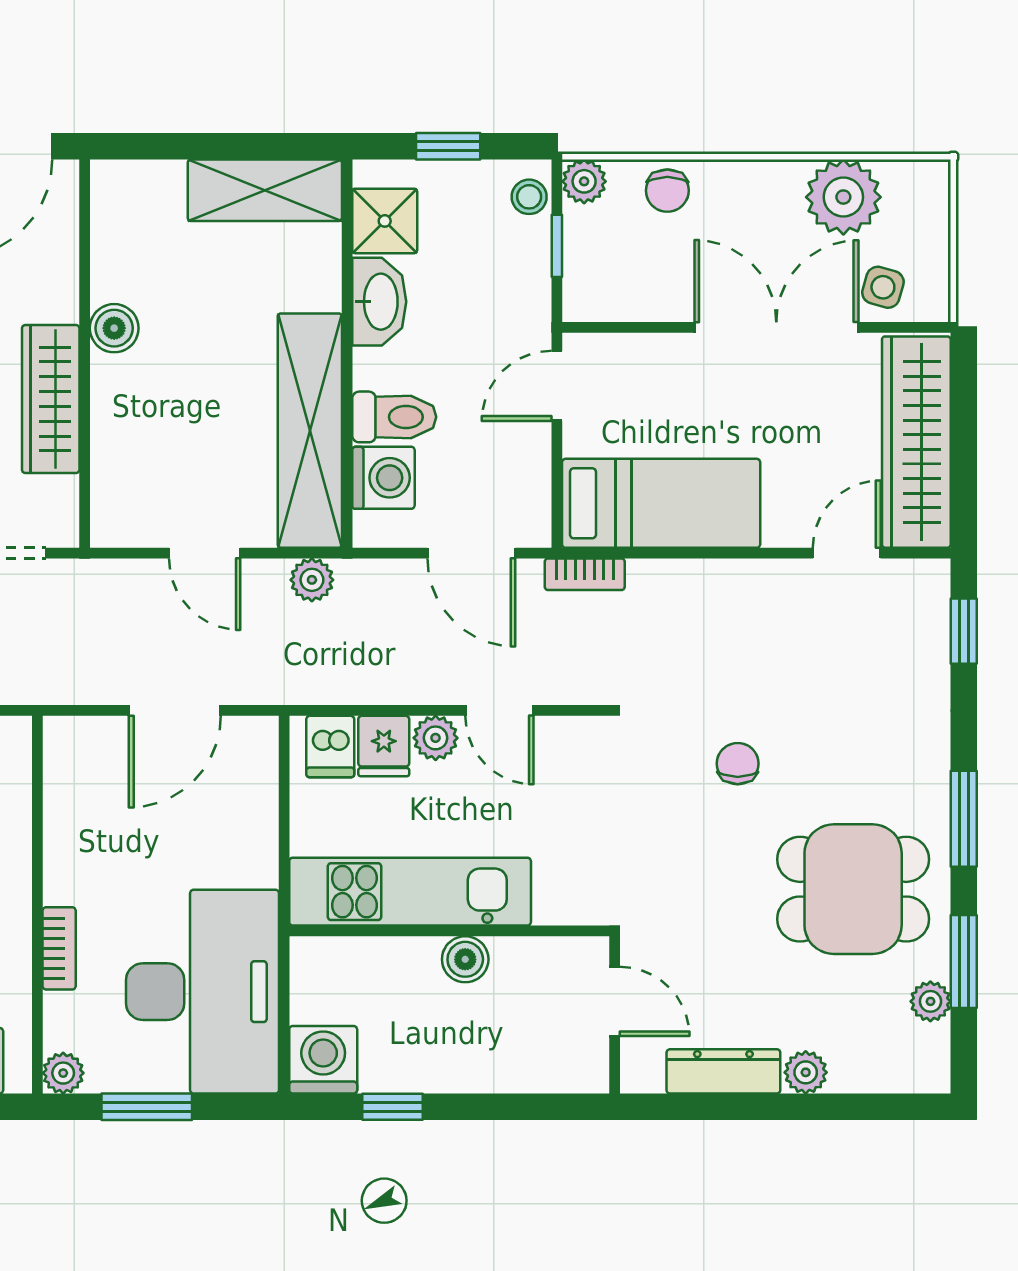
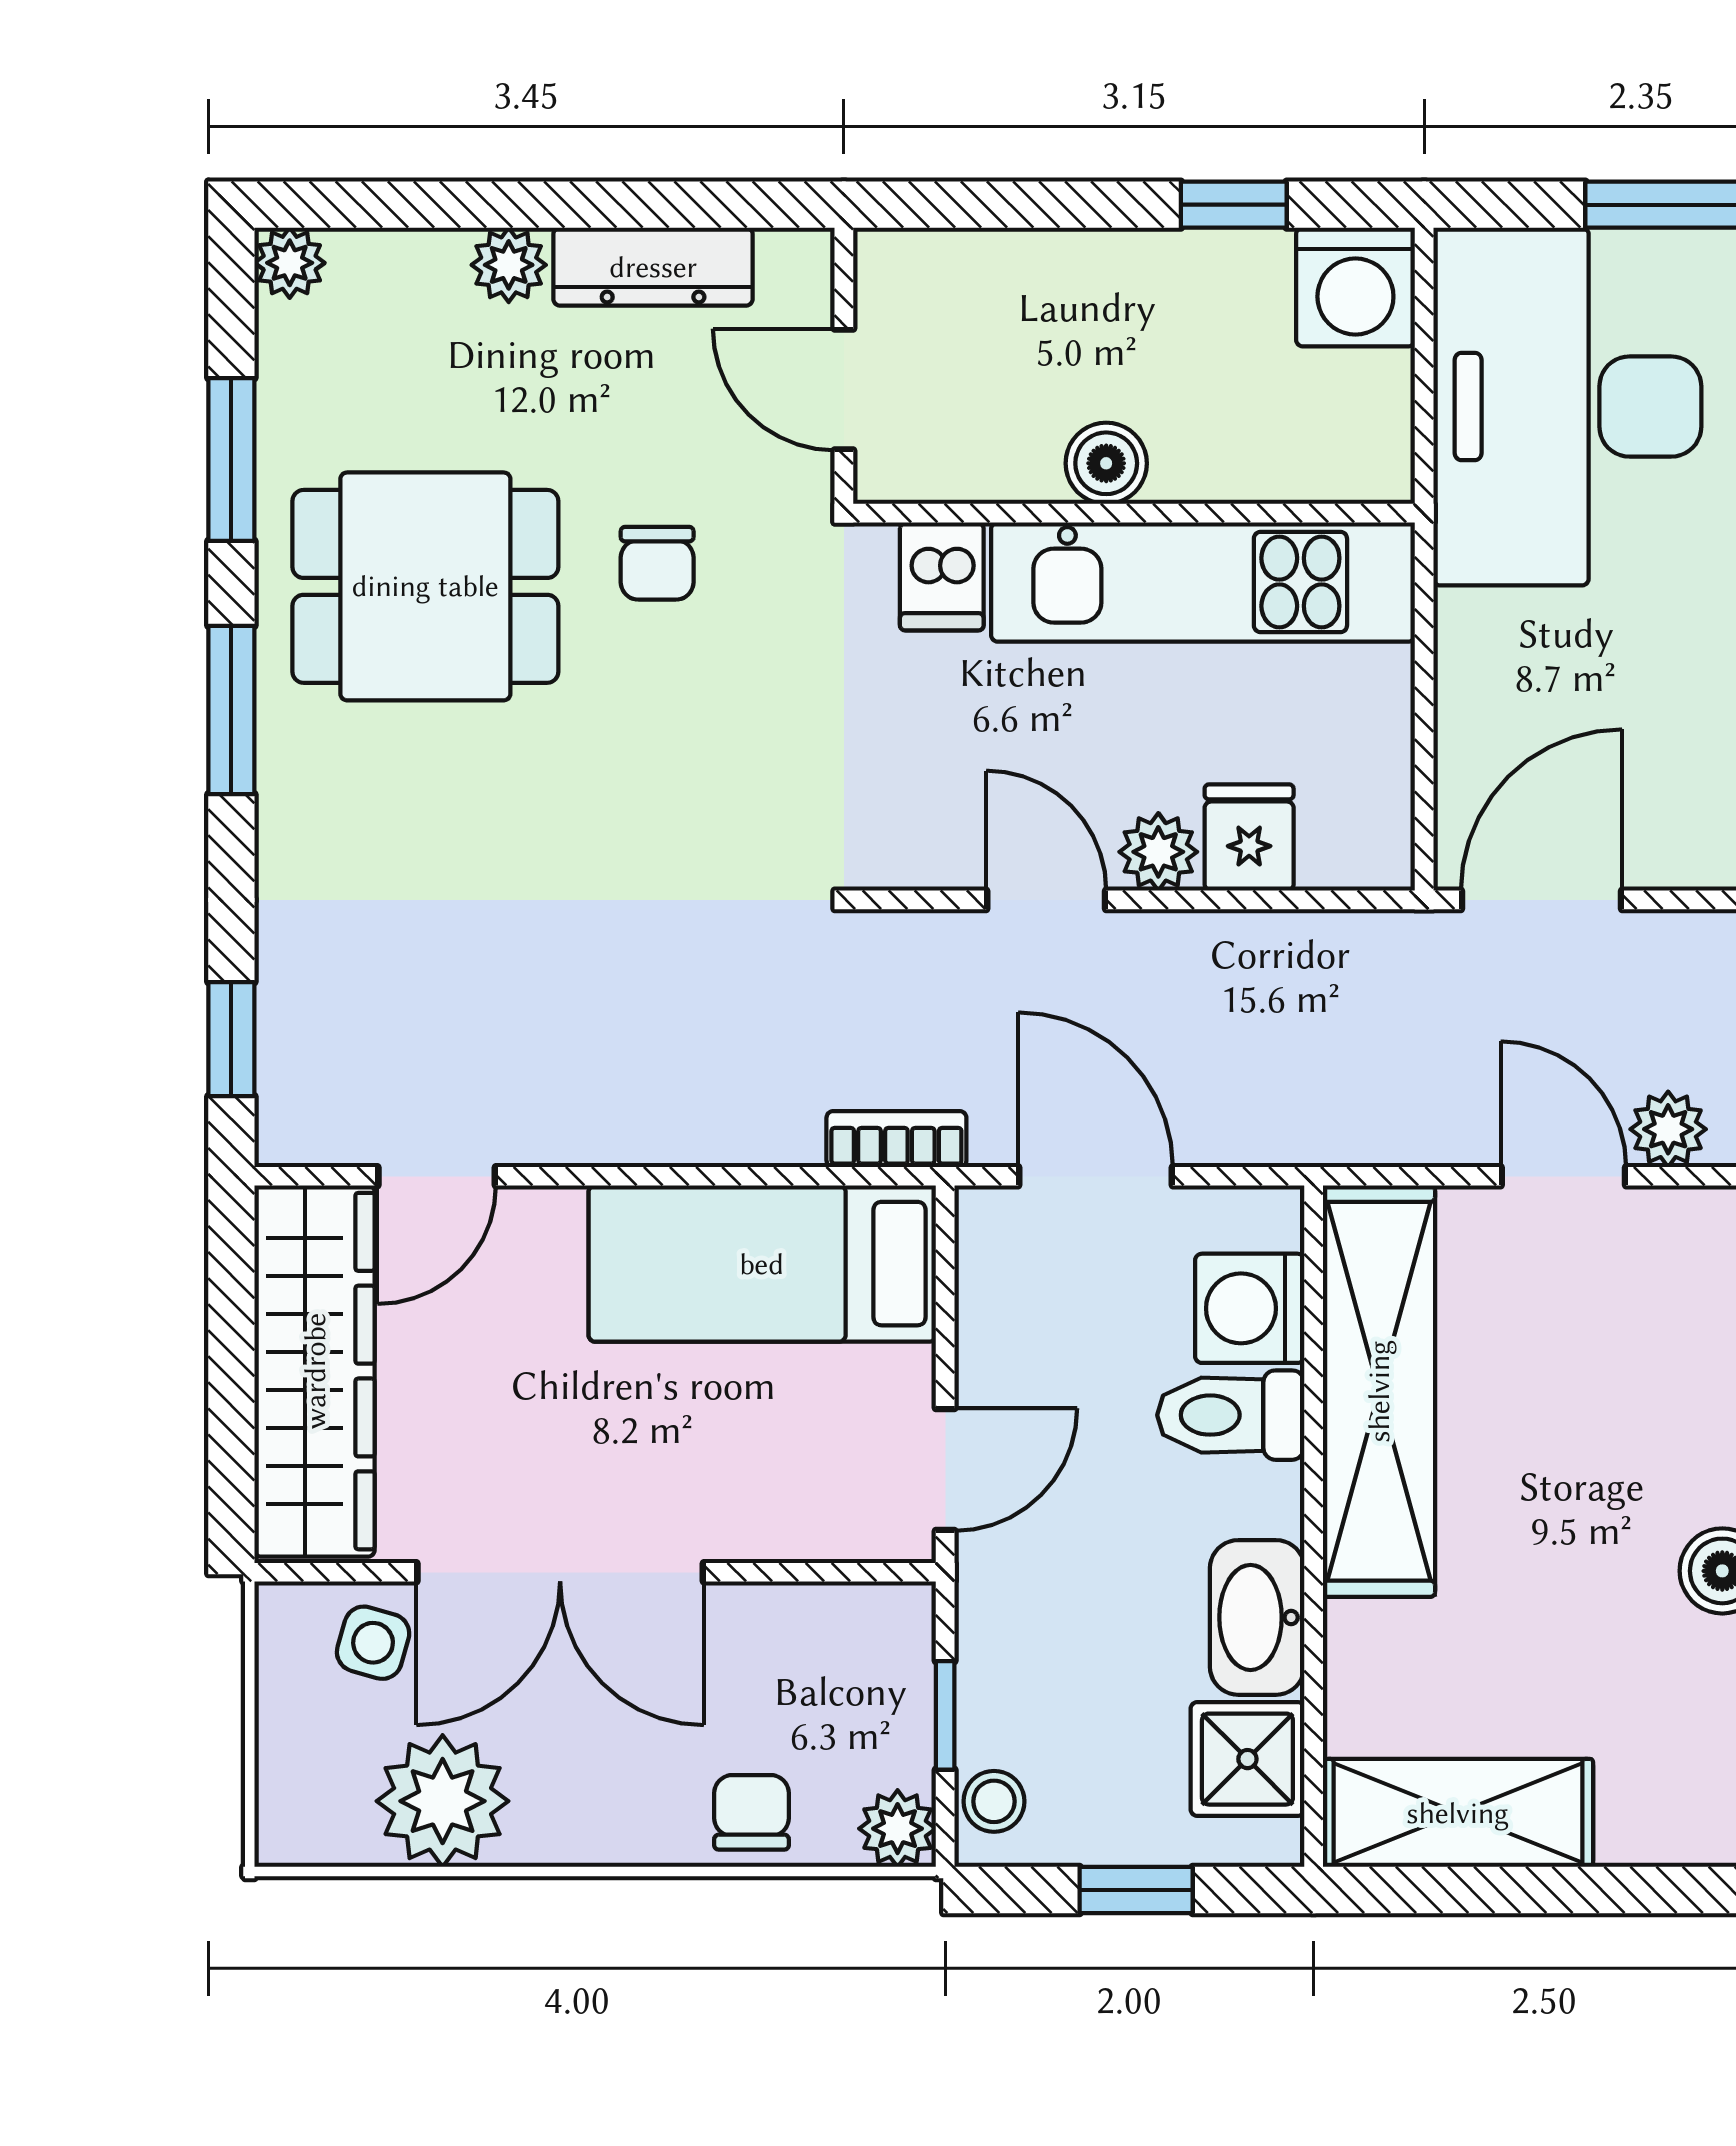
plant: (312, 580) -> (1668, 1129), moved
door: (175, 710) -> (1542, 900), moved
dishwasher: (330, 747) -> (942, 576), moved, turned 180
chair: (738, 764) -> (657, 563), moved
plant: (930, 1001) -> (290, 263), moved

